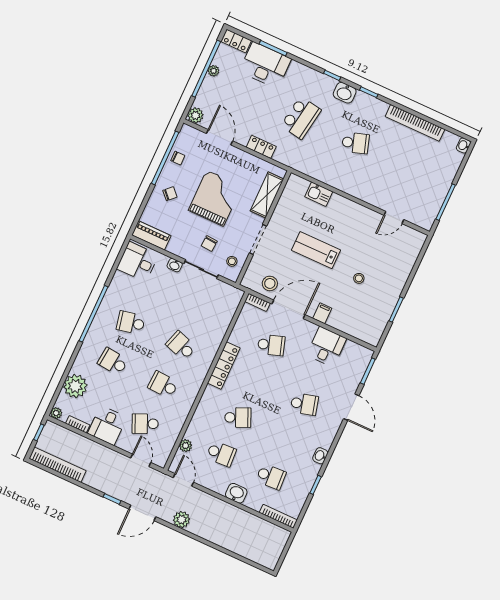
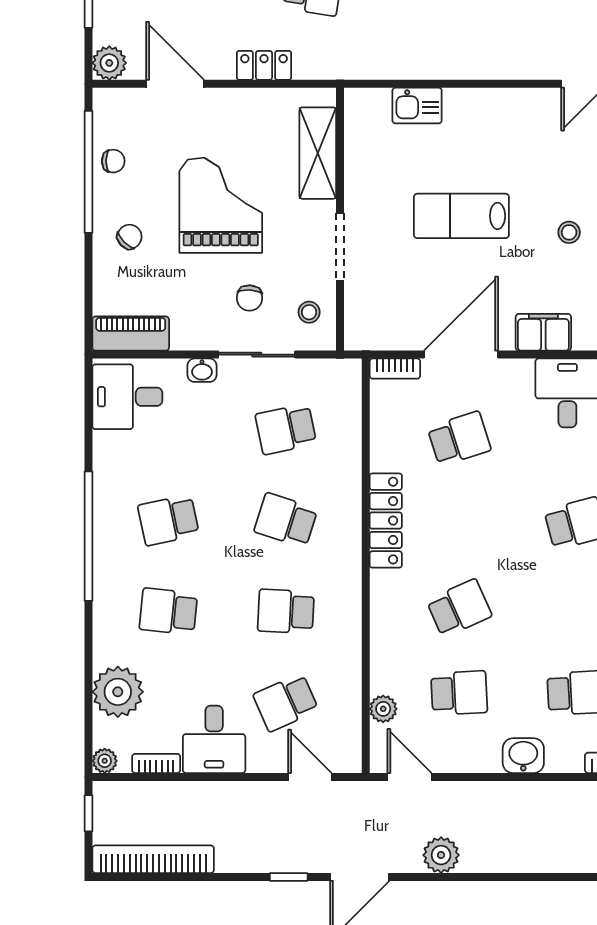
stool: (270, 283) -> (402, 321), removed
school desk: (199, 307) -> (286, 429), added
filing cabinet: (322, 313) -> (543, 332), width x2.00

